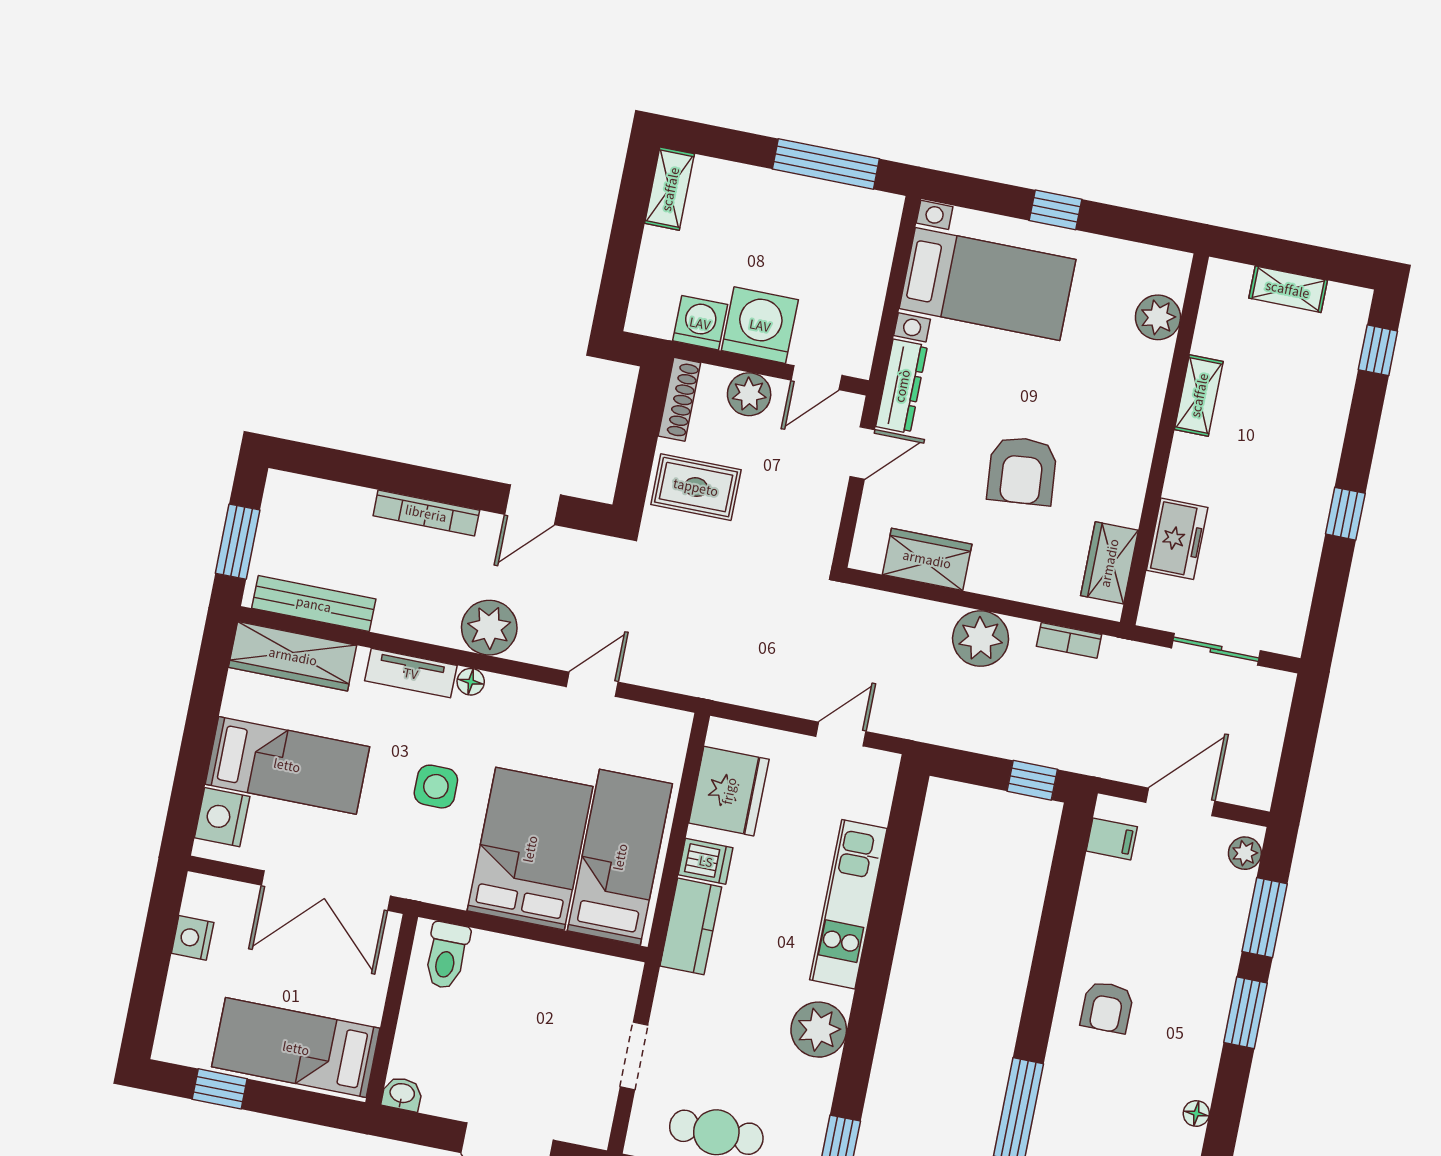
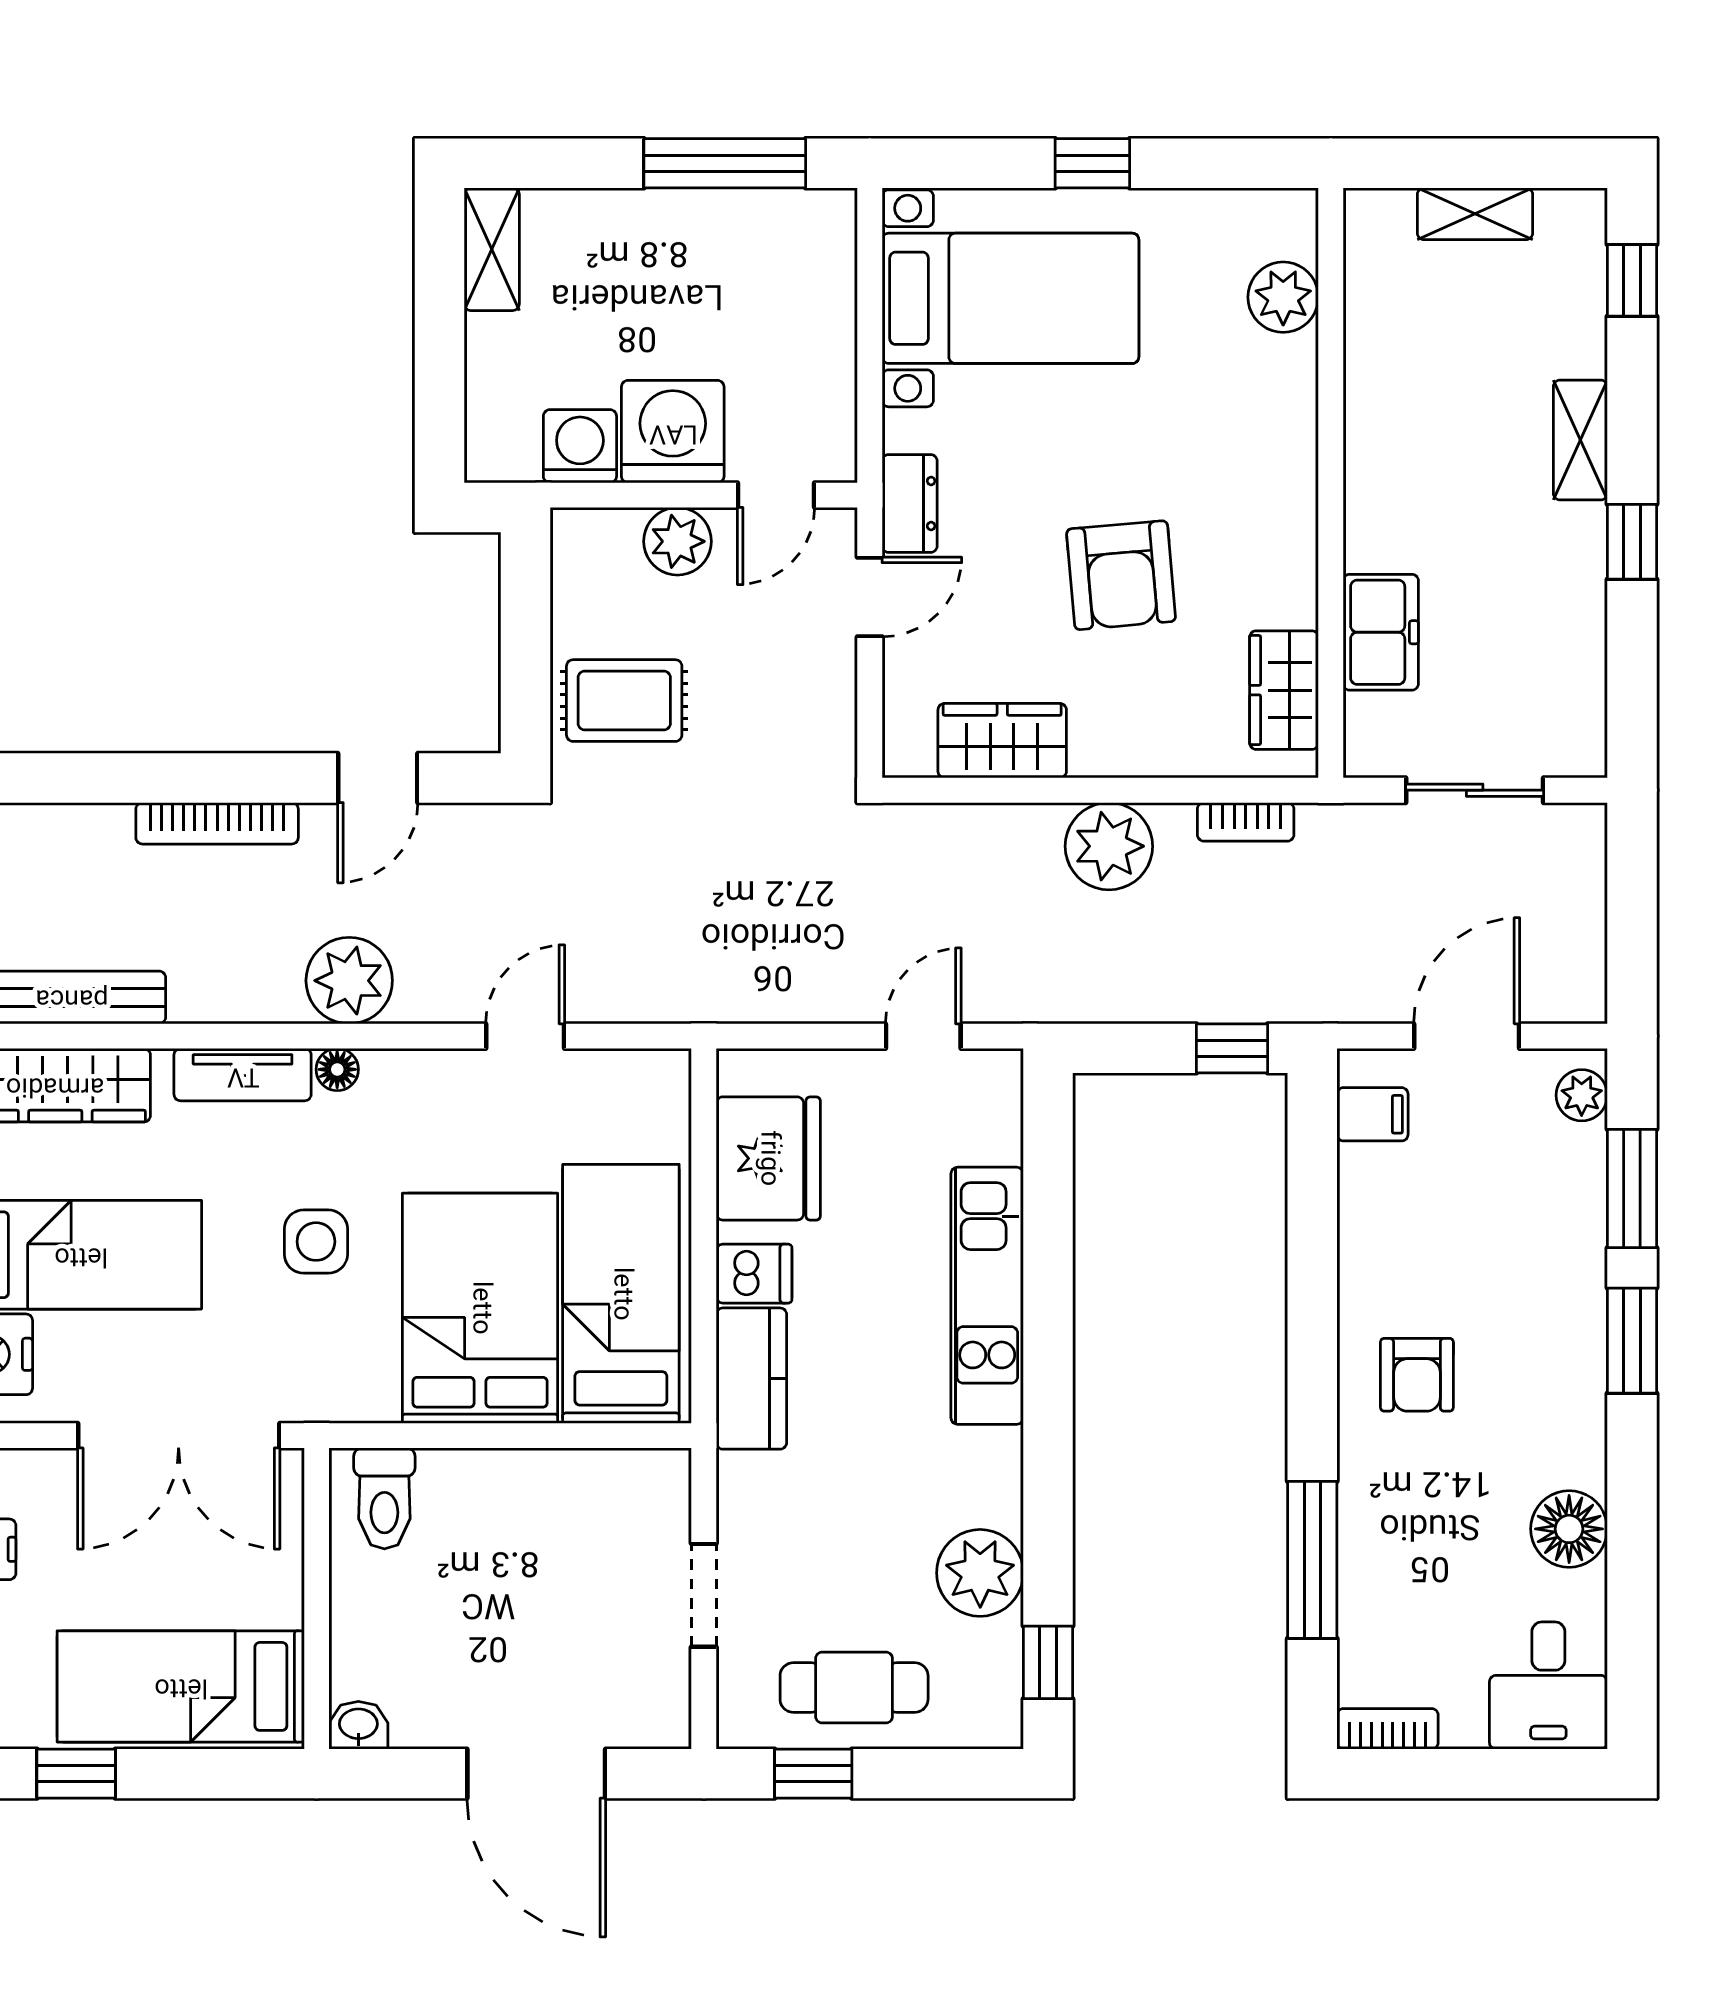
dresser: (902, 386) -> (910, 503), width x0.70
shelving: (1199, 395) -> (1580, 440), moved
shoe rack: (679, 399) -> (572, 571), removed
plant: (819, 1030) -> (980, 1573), moved
floor lamp: (1196, 1113) -> (1569, 1529), width x1.89, depth x1.89

